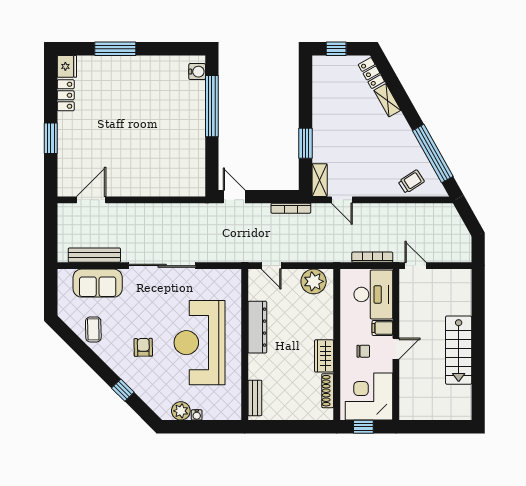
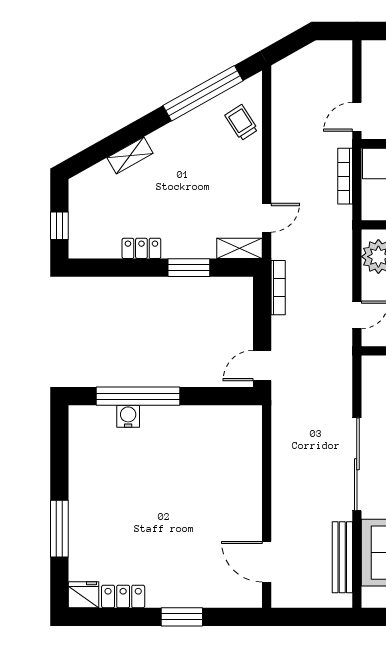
water cooler: (197, 72) -> (128, 416), moved
locker: (371, 73) -> (141, 248), moved, turned -151

